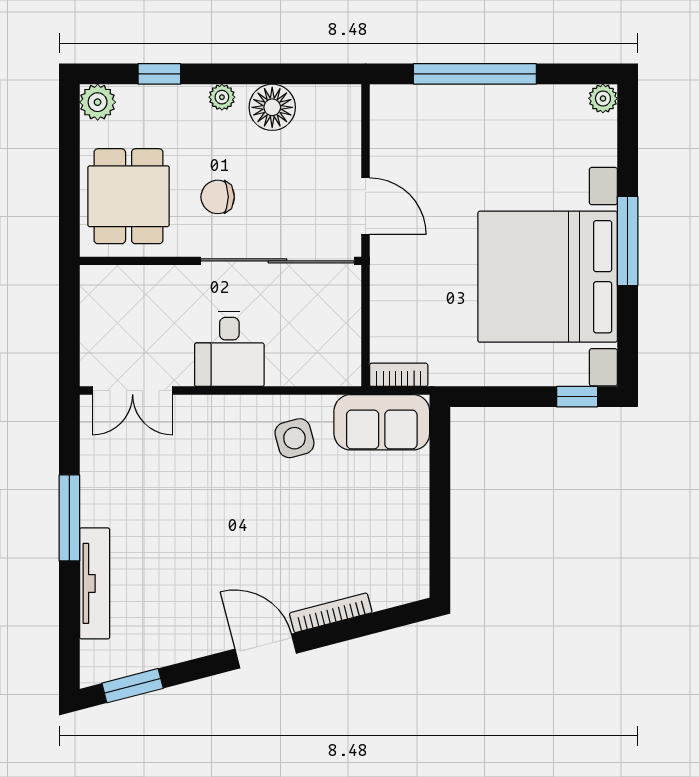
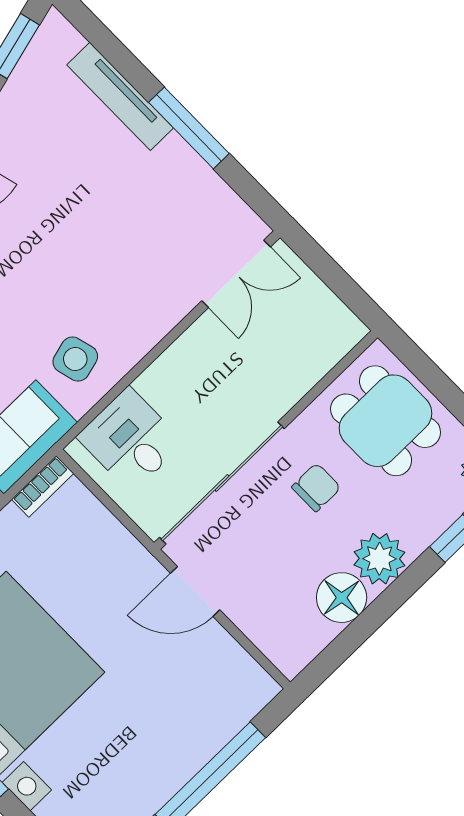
plant: (222, 97) -> (379, 559), width x1.87, depth x1.87
desk: (229, 349) -> (130, 440), moved
double door: (133, 391) -> (236, 274), swing flipped

